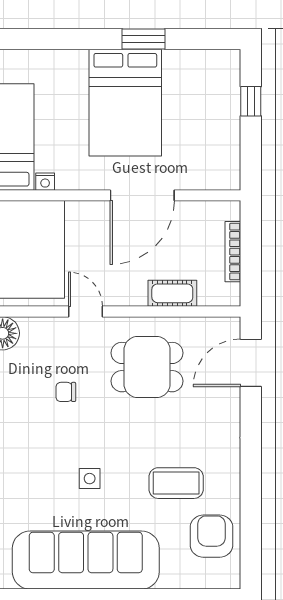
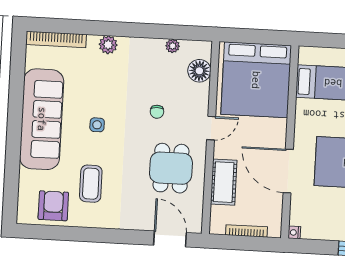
nightstand: (45, 182) -> (294, 232), moved
cot: (172, 293) -> (224, 182), width x1.37, depth x1.34
chair: (66, 392) -> (157, 112), turned 180
armchair: (211, 536) -> (53, 206), turned -90

